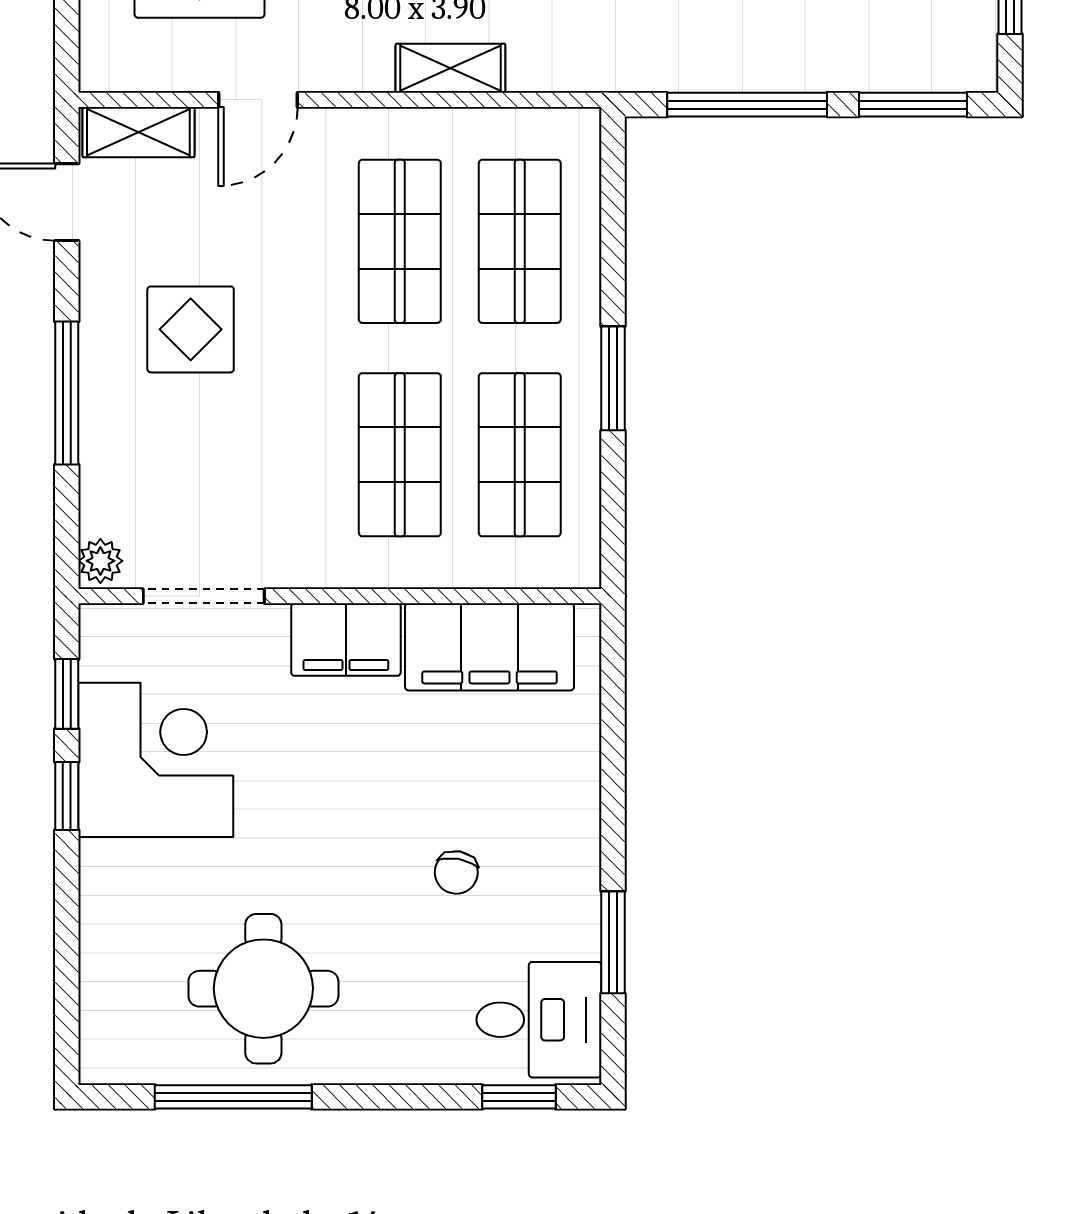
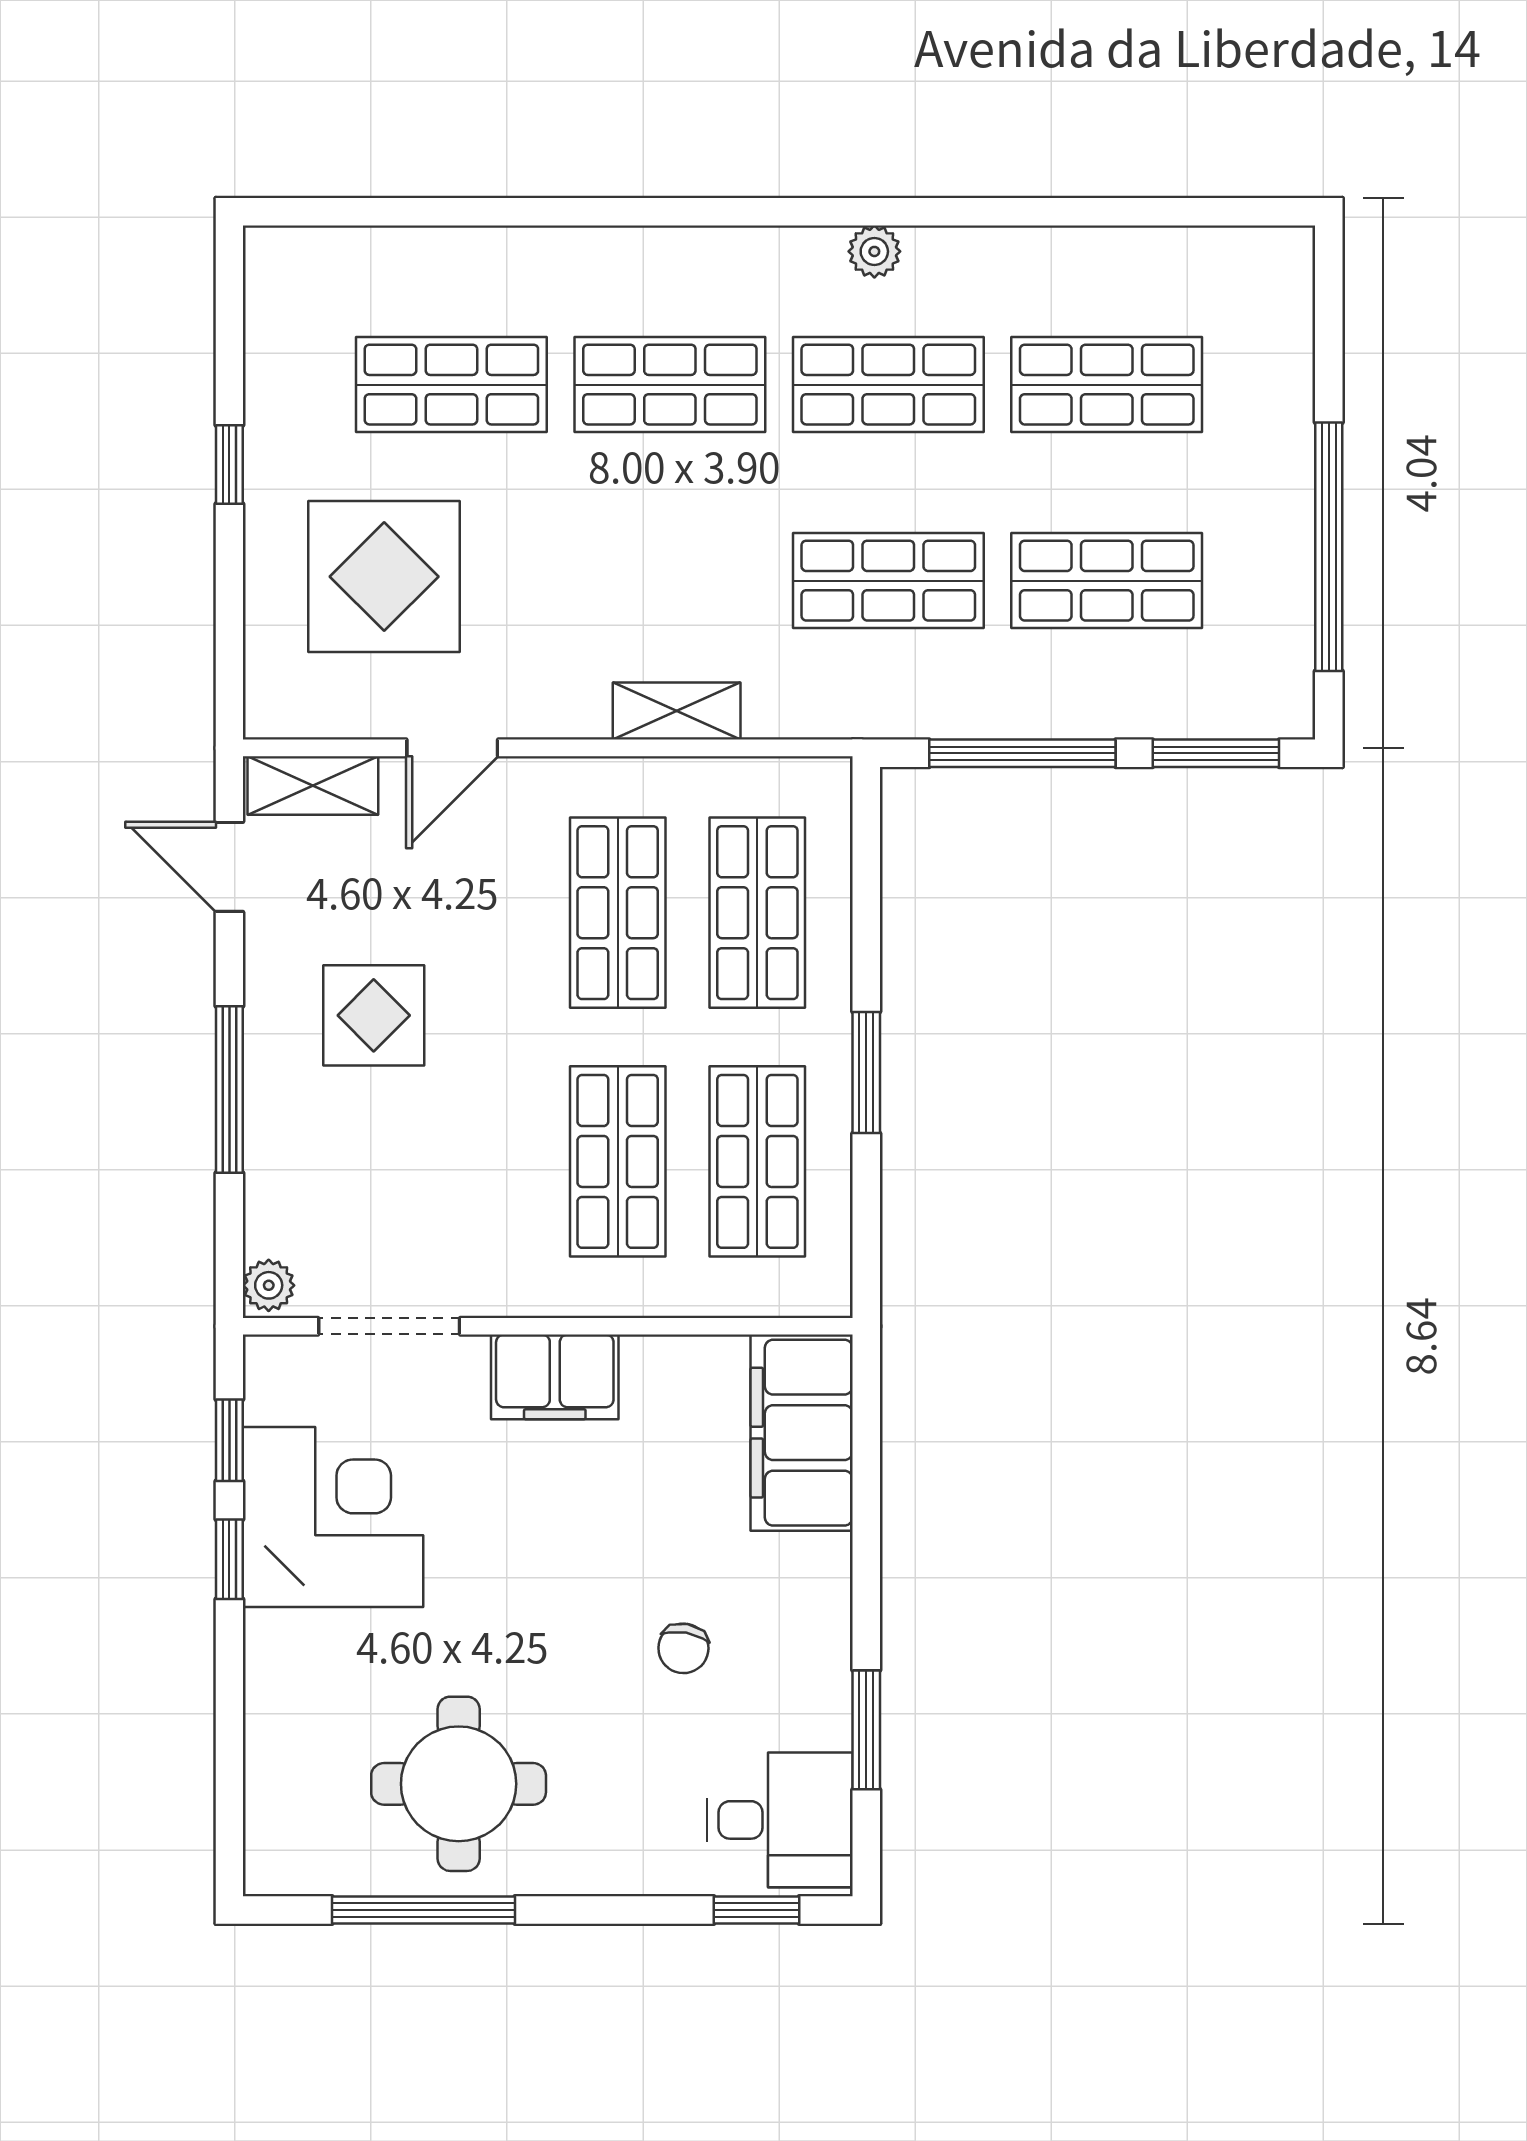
filing cabinet: (490, 647) -> (802, 1433), moved, turned 90

